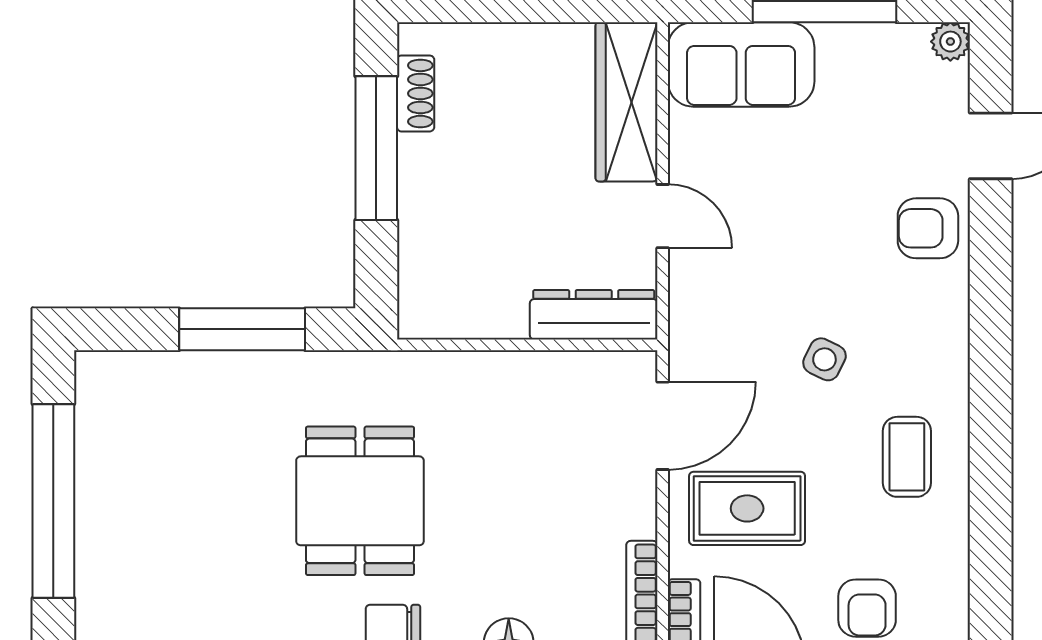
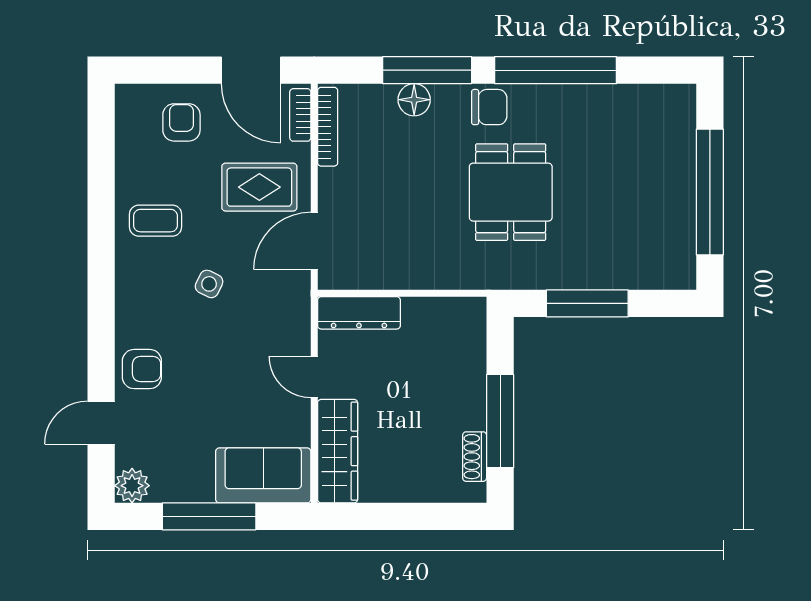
plant: (950, 42) -> (132, 486), width x1.38, depth x1.38
coffee table: (907, 457) -> (156, 221), turned 90

